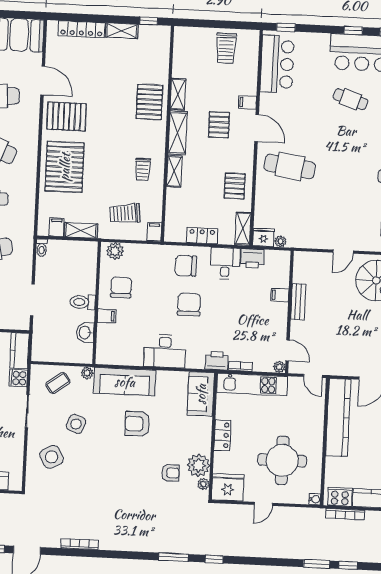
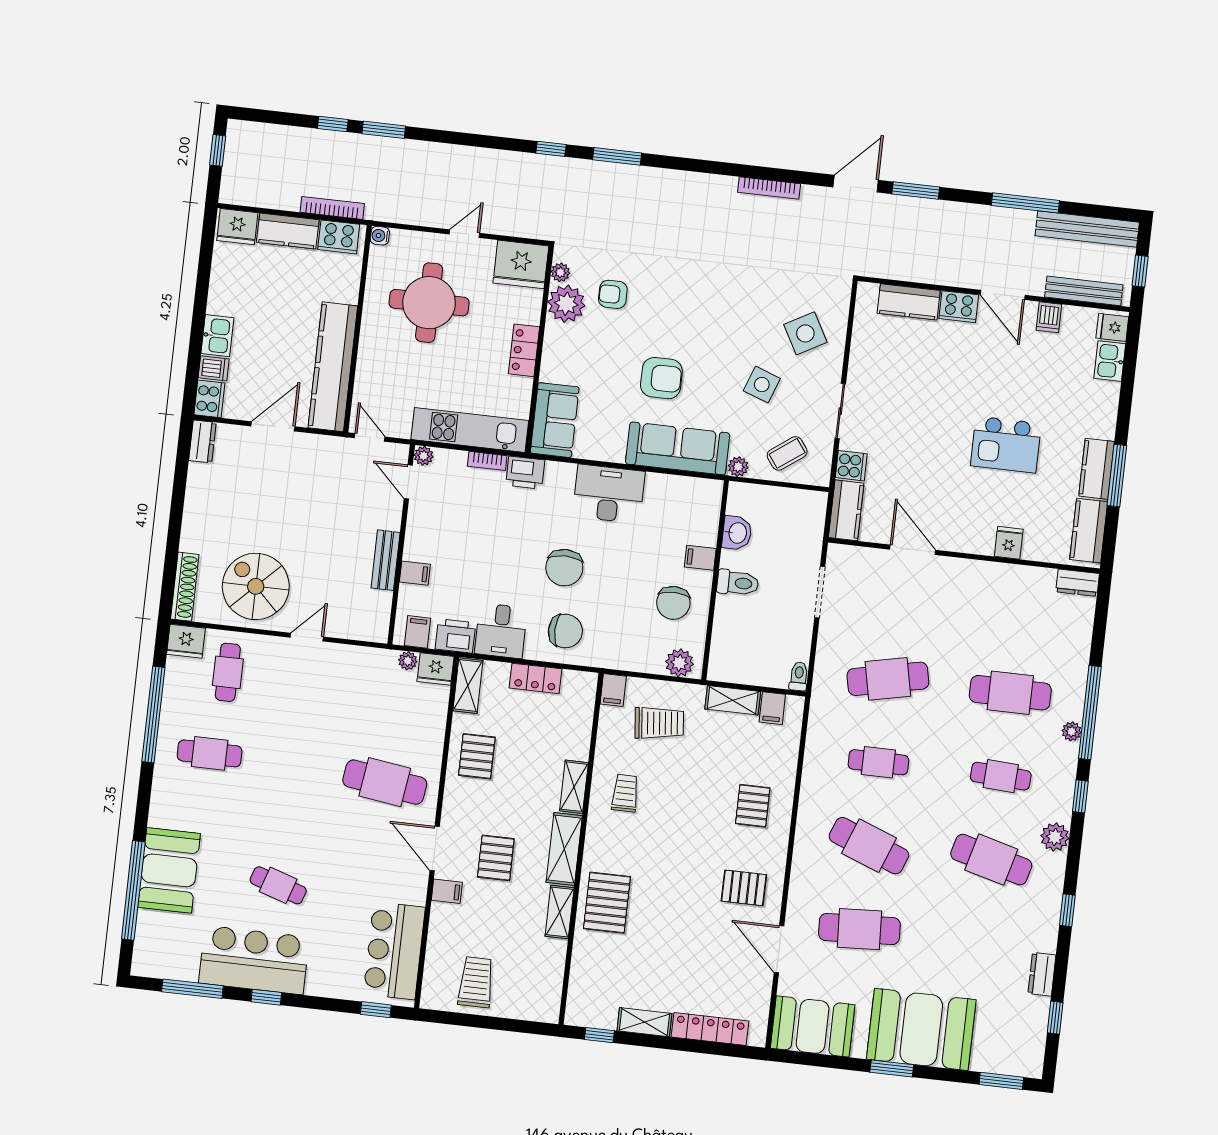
pallet: (67, 116) -> (744, 888), width x0.67, depth x0.71
pallet: (65, 167) -> (753, 806), width x0.49, depth x0.50
filing cabinet: (276, 259) -> (417, 632), added

